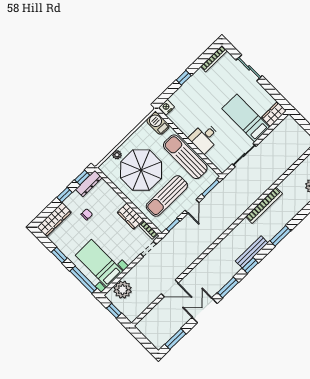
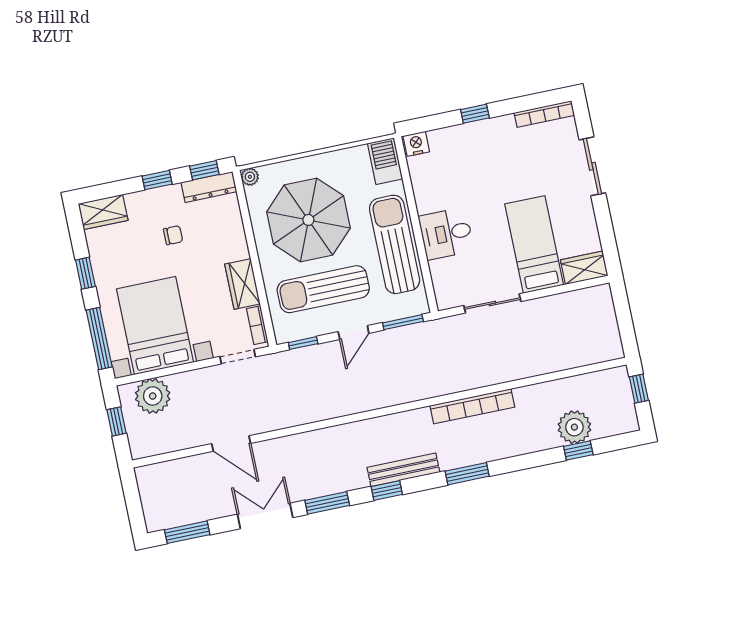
plant: (117, 155) -> (250, 177), moved
wardrobe: (54, 220) -> (103, 212), width x0.67
bed with nightstands: (99, 263) -> (155, 326), width x1.36

